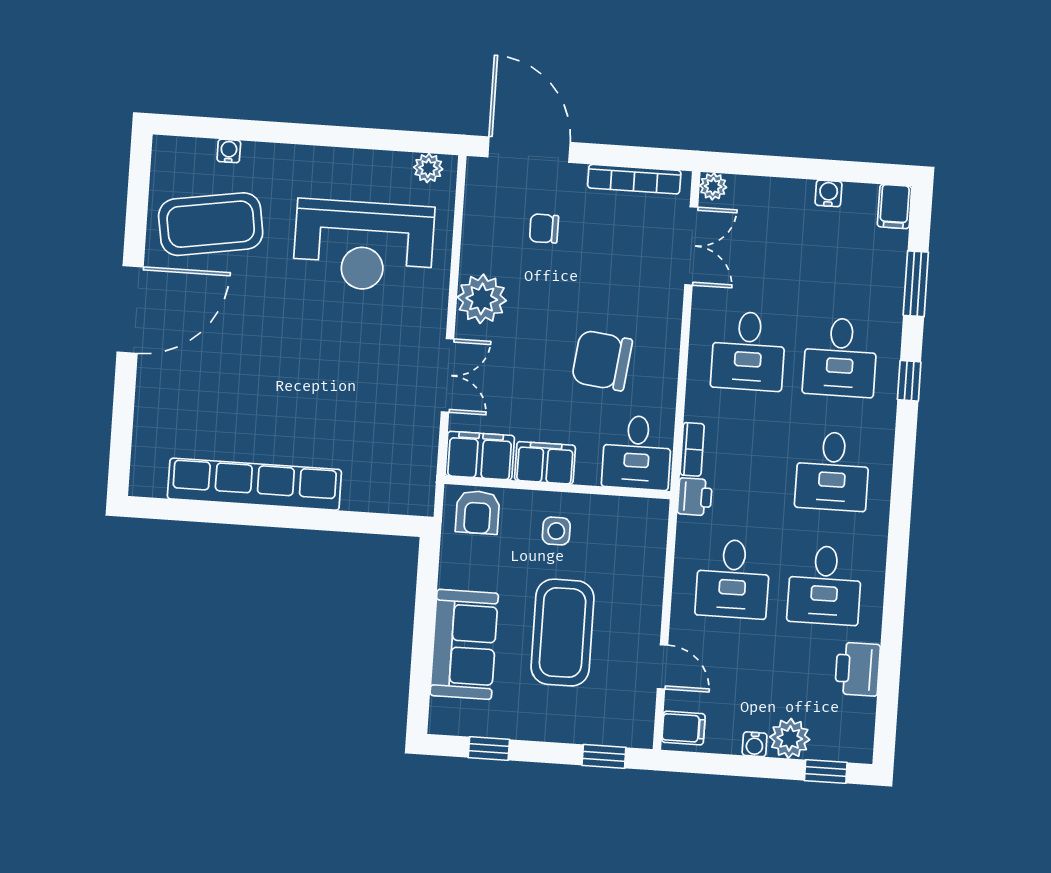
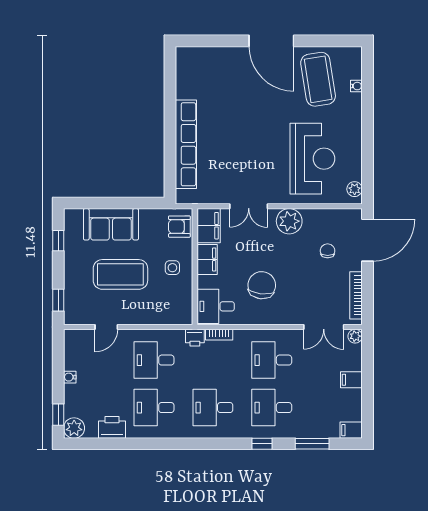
water cooler: (828, 193) -> (356, 396), removed
reception desk: (364, 246) -> (312, 159), turned 180
row of seats: (254, 484) -> (186, 144), moved
filing cabinet: (683, 728) -> (351, 380), moved, turned 90
plant: (790, 738) -> (74, 428), moved

